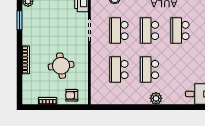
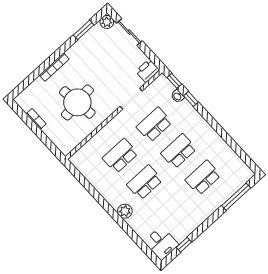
round table: (61, 66) -> (77, 102), width x1.36, depth x1.36
armchair: (72, 95) -> (60, 135), removed

